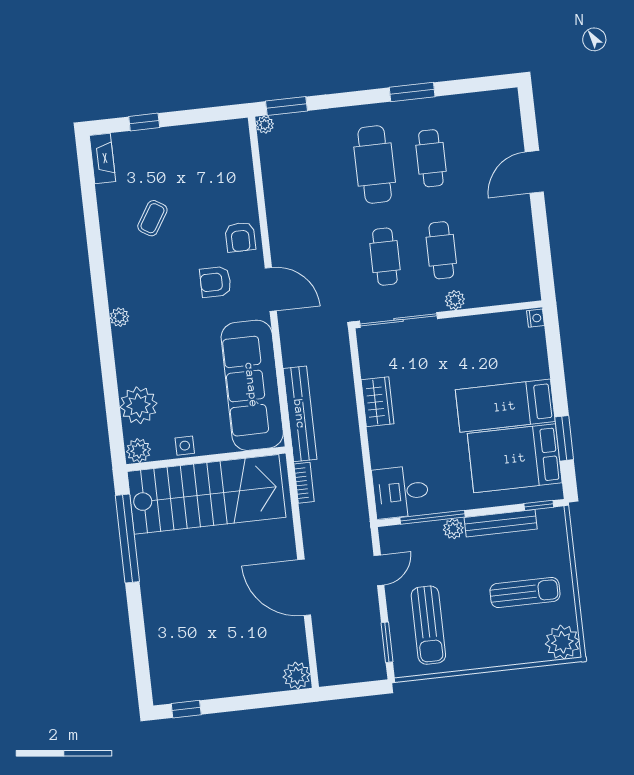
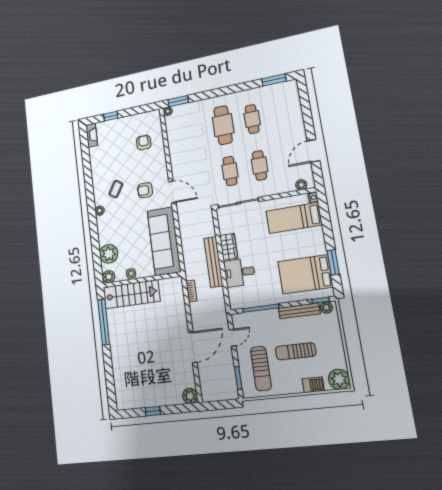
window: (412, 92) -> (274, 80), moved
door: (534, 172) -> (313, 151), moved
coffee table: (152, 218) -> (116, 189), moved
armchair: (240, 237) -> (144, 143), moved, turned 180
plant: (455, 300) -> (301, 185), moved
bed: (505, 406) -> (294, 218), moved
bench: (300, 414) -> (213, 262), moved
desk: (401, 492) -> (239, 272), moved
stairs: (206, 494) -> (131, 294), width x0.73, depth x0.66
plant: (453, 529) -> (326, 307), moved
door: (304, 587) -> (193, 347), swing flipped
sun lounger: (525, 592) -> (296, 351), moved, turned 180
barbecue: (518, 652) -> (313, 385), added
window: (186, 709) -> (153, 411), moved

